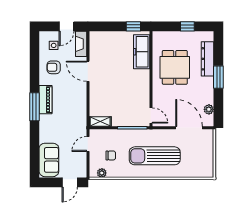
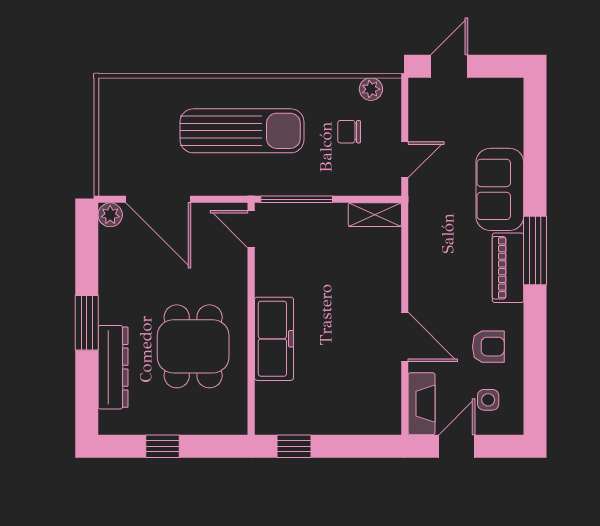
freezer: (142, 52) -> (274, 339), moved
plant: (209, 109) -> (110, 215), moved
sofa: (49, 160) -> (500, 189), moved

